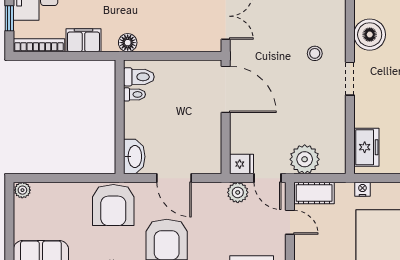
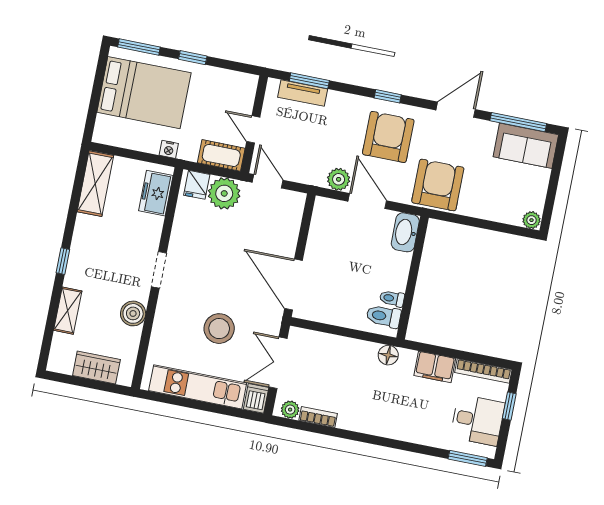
boiler: (370, 35) -> (133, 313), width x0.73, depth x0.73
stool: (315, 53) -> (219, 329), moved, width x1.89, depth x1.89
fridge: (242, 164) -> (197, 185), moved, turned -90
plant: (238, 192) -> (339, 179), moved

